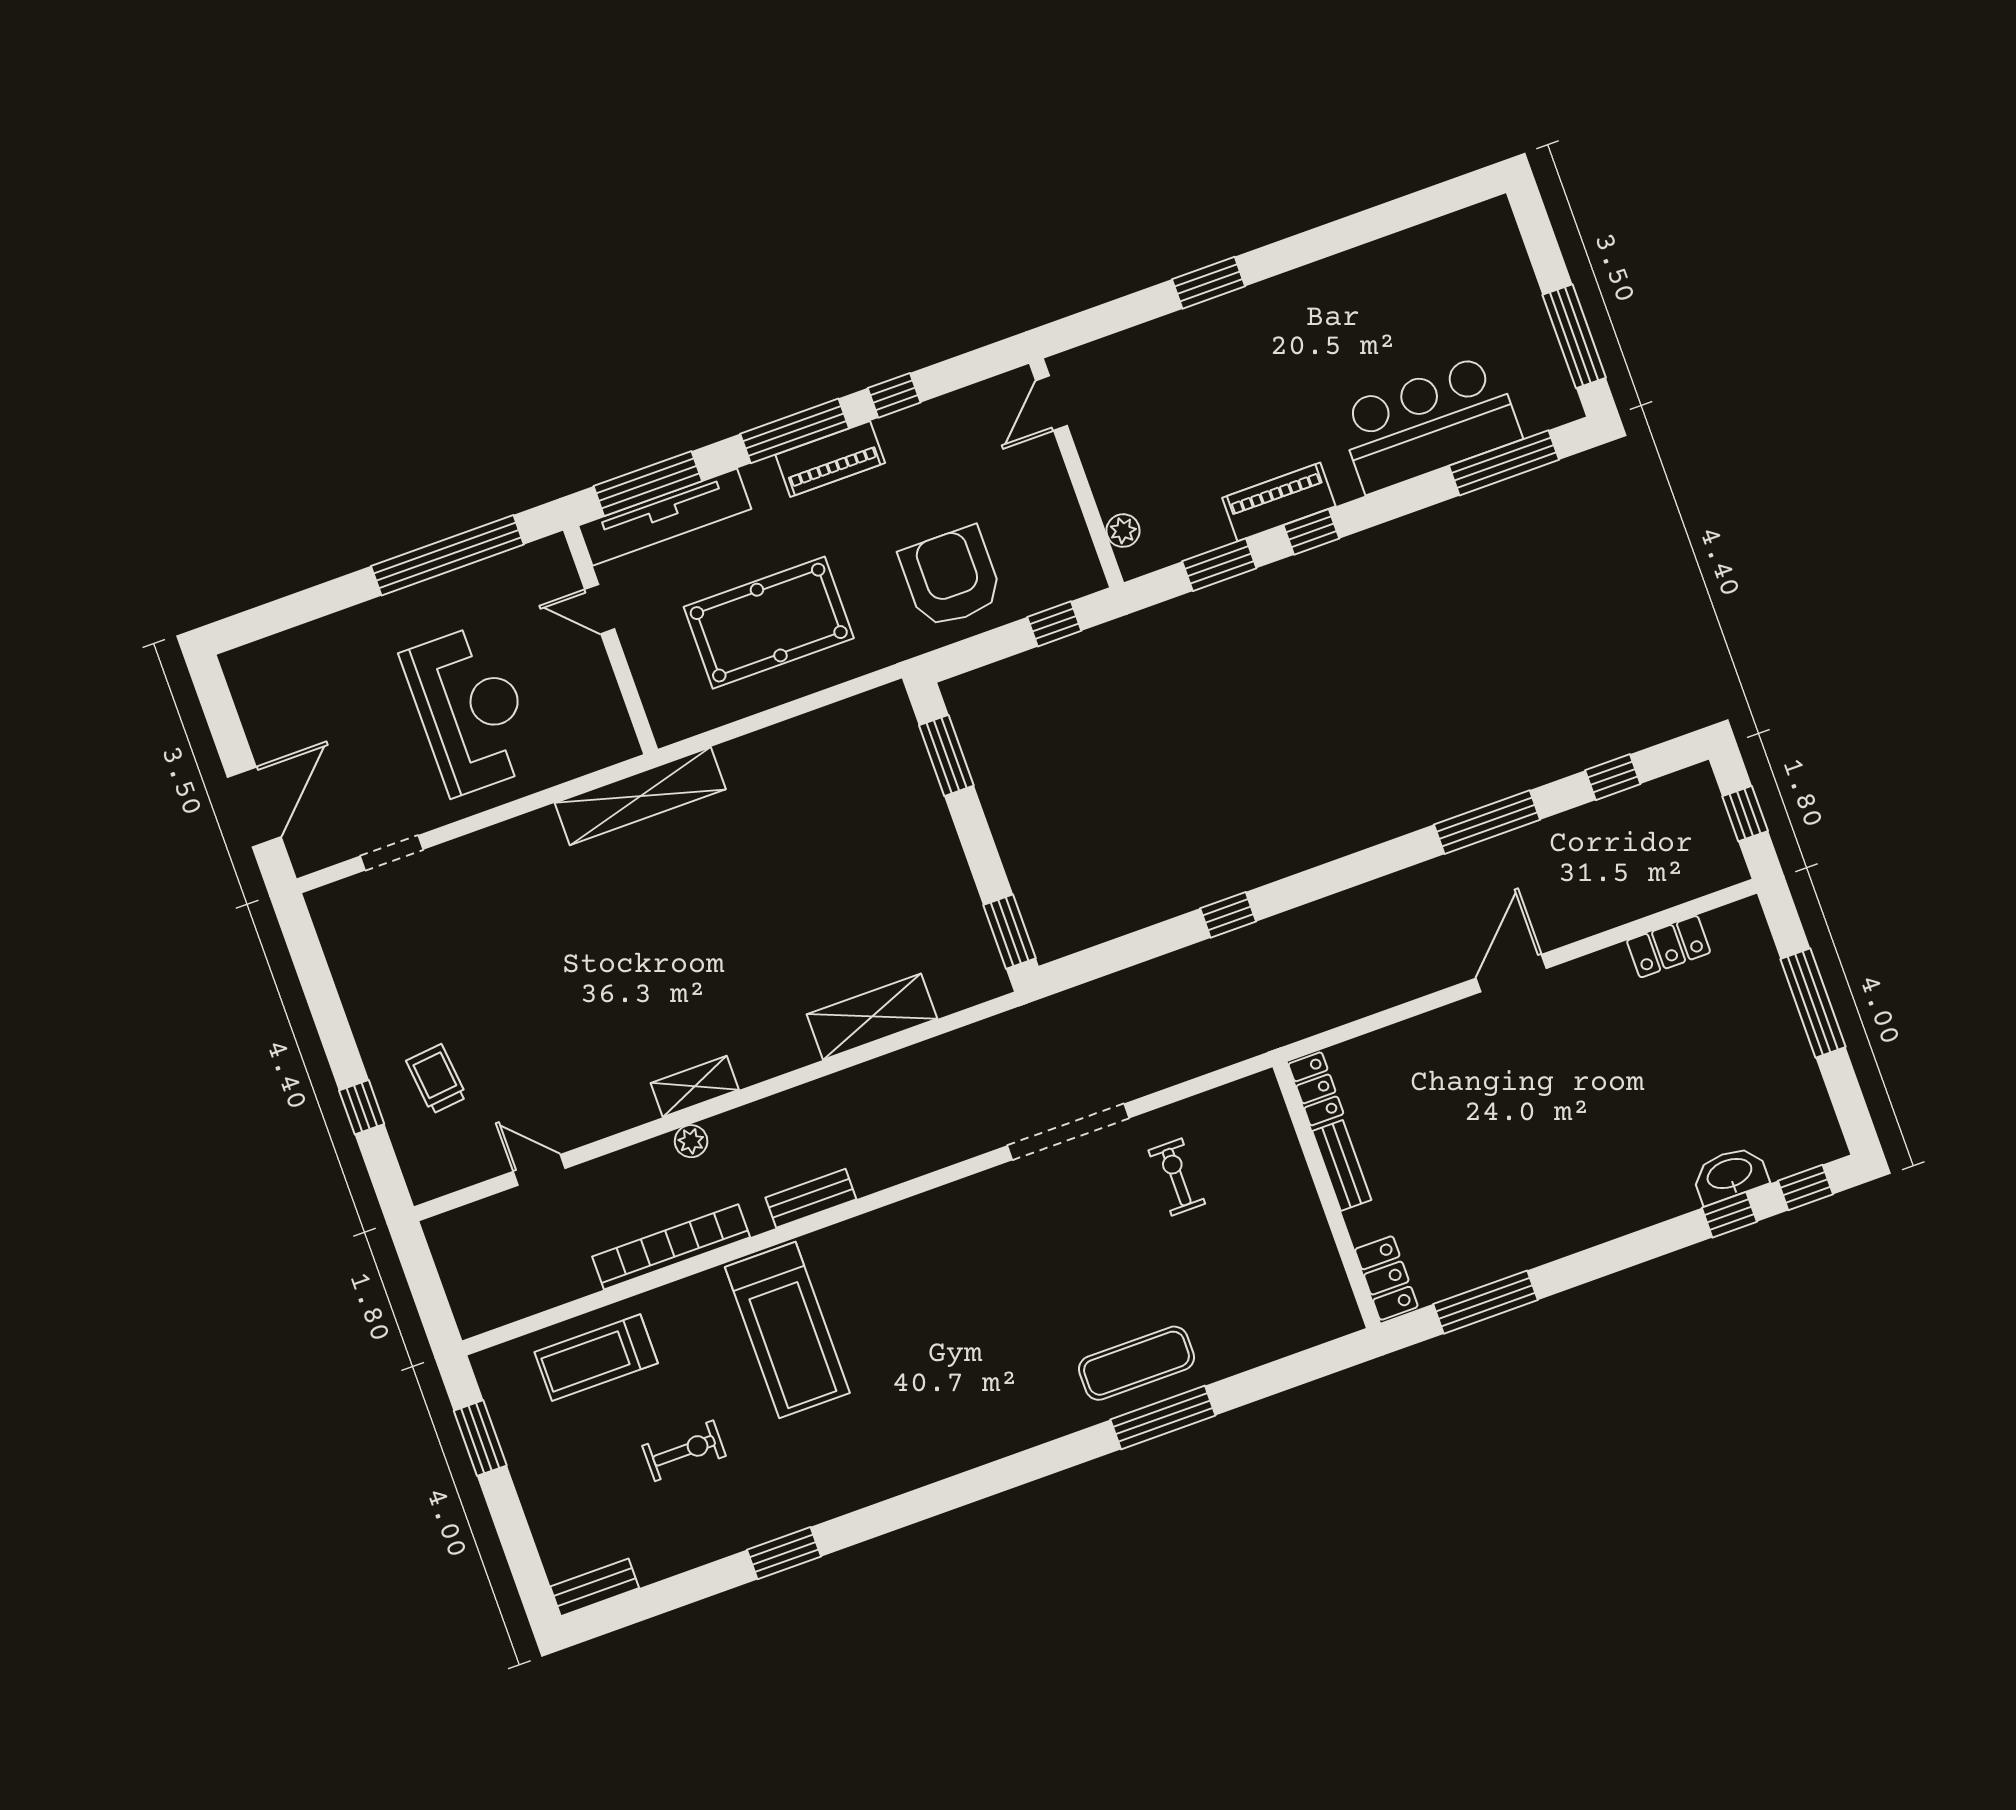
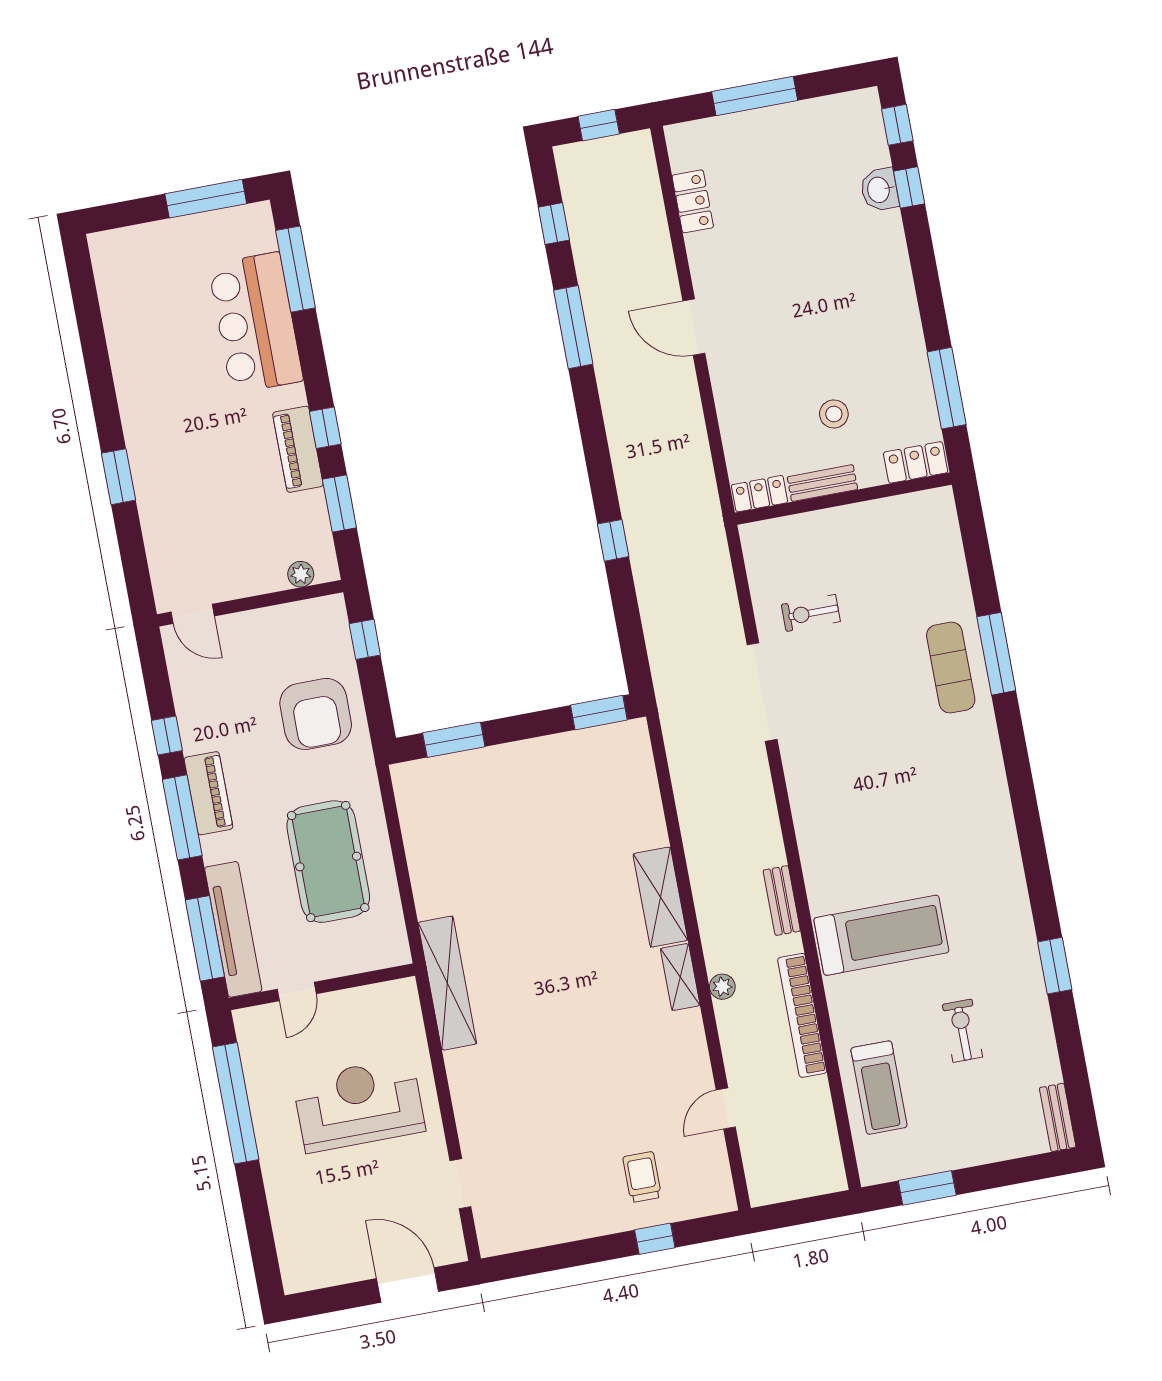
armchair: (951, 577) -> (316, 714), turned -90
shelving: (872, 1017) -> (660, 897), moved
trolley: (437, 1079) -> (642, 1177), turned 96
stool: (1431, 1166) -> (834, 414), added
washbasin: (1730, 1175) -> (879, 190), width x0.72

